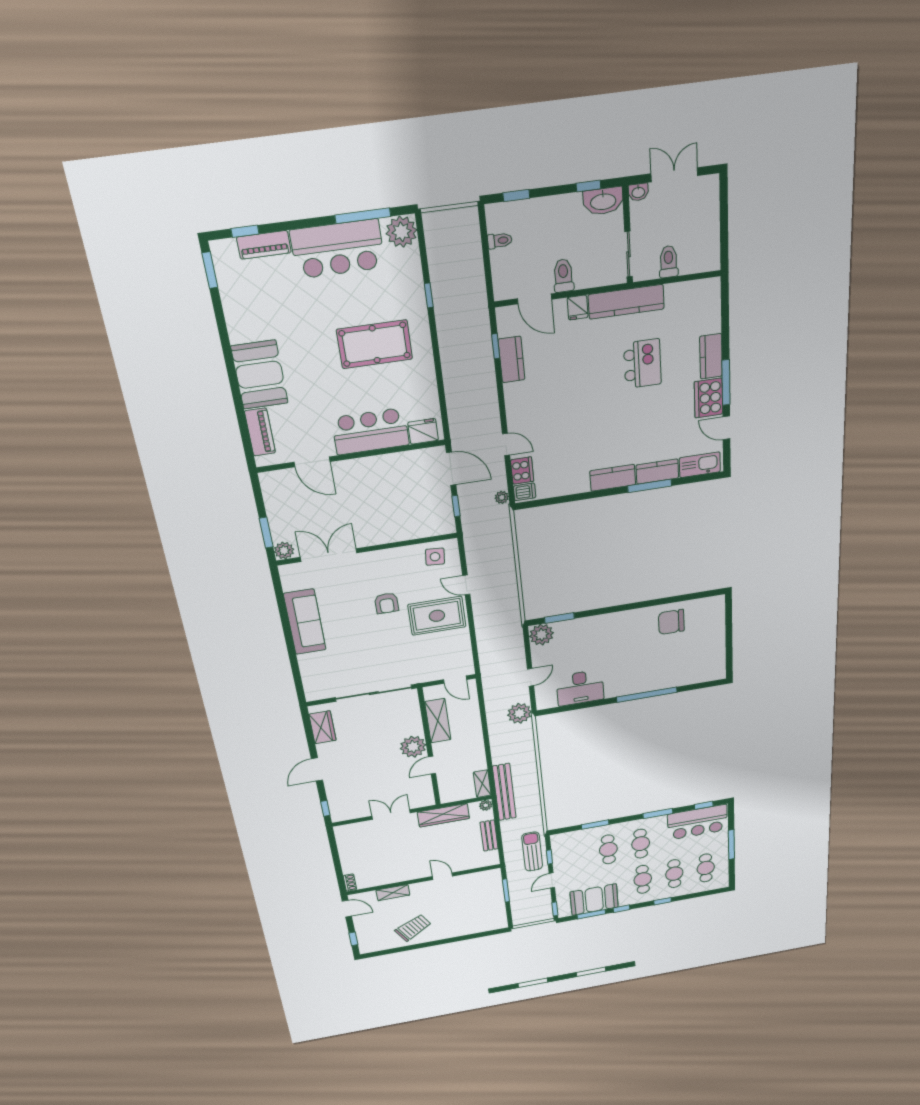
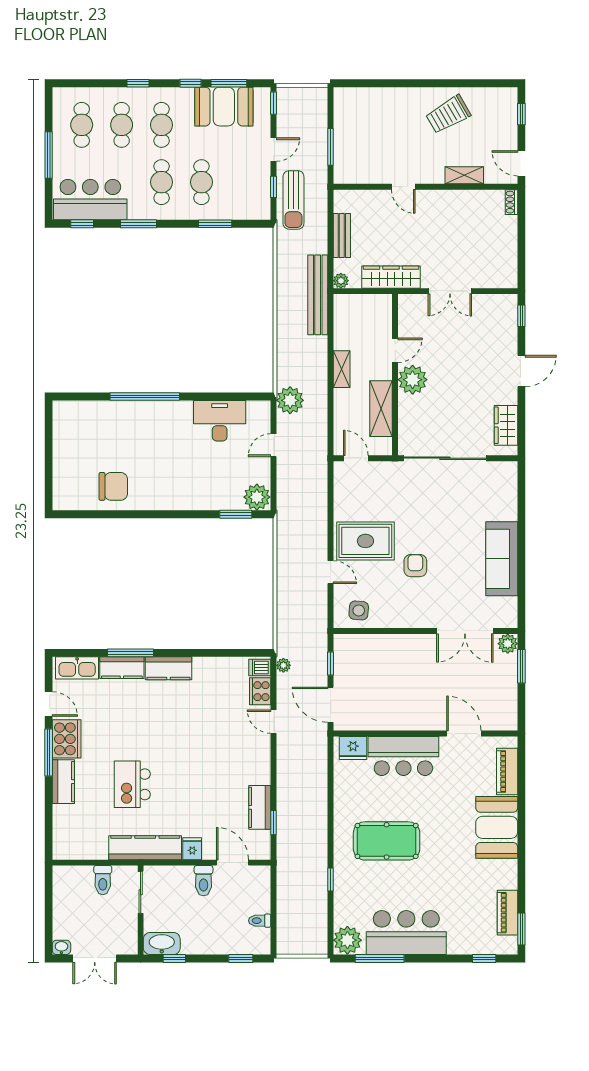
washbasin: (638, 192) -> (61, 947), moved
piano: (264, 245) -> (507, 913), moved, turned -90
shelving: (482, 784) -> (342, 369), moved

